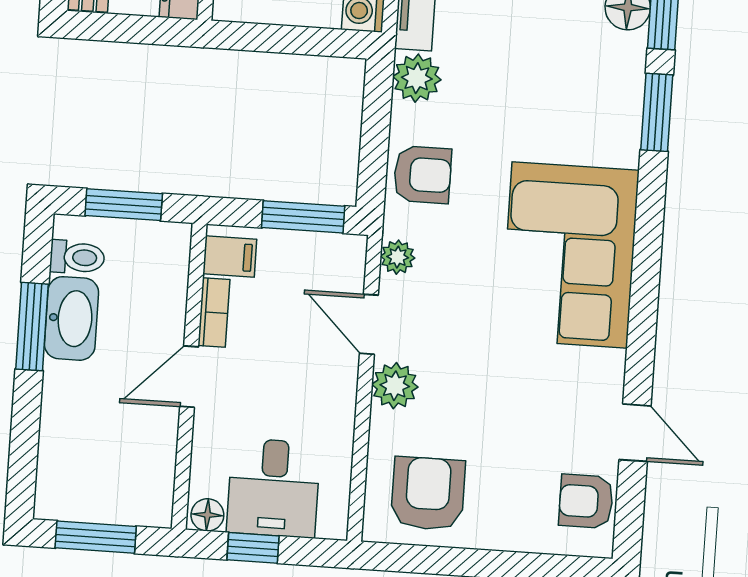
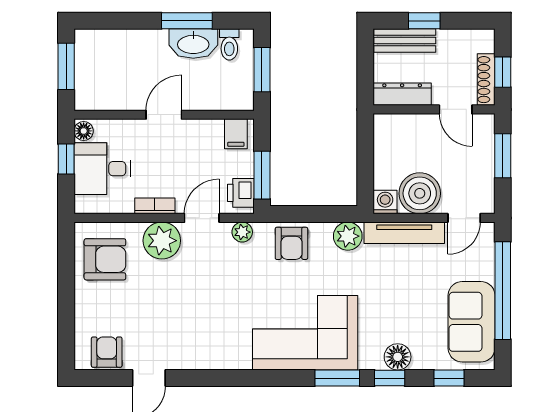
printer: (331, 255) -> (241, 193), added
corner sofa: (570, 255) -> (305, 333), moved
bookcase: (214, 313) -> (155, 206), moved, turned 180
door: (189, 377) -> (164, 115), hinge flipped
plant: (395, 386) -> (162, 241), width x1.36, depth x1.36

